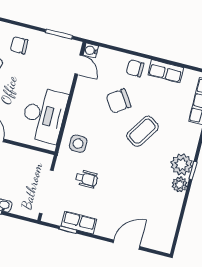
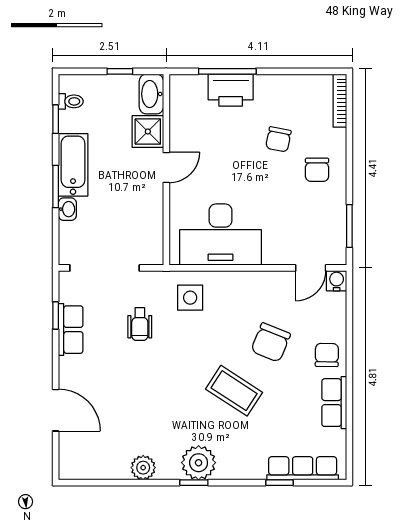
chair: (19, 45) -> (317, 170), turned 180
chair: (118, 101) -> (271, 342), turned -123
plant: (180, 185) -> (143, 468), moved

